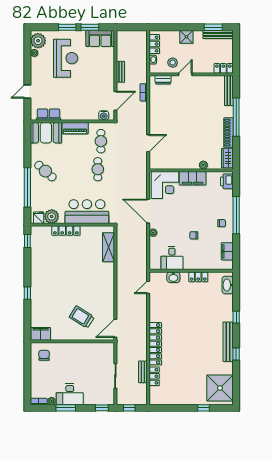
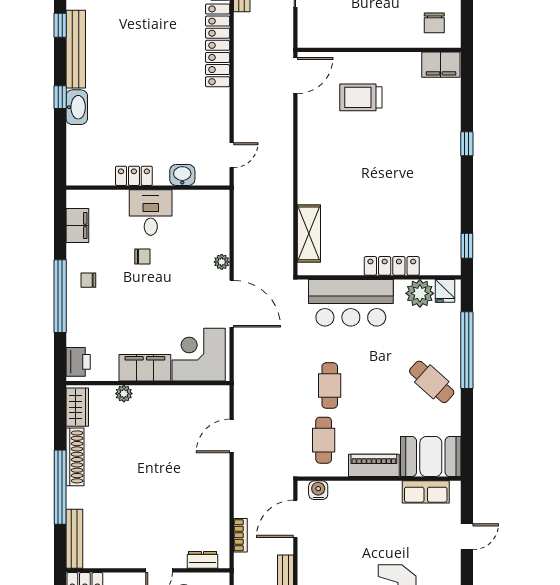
desk: (172, 258) -> (151, 212), moved
washbasin: (228, 285) -> (77, 107), moved
trolley: (82, 317) -> (361, 97), turned 148

